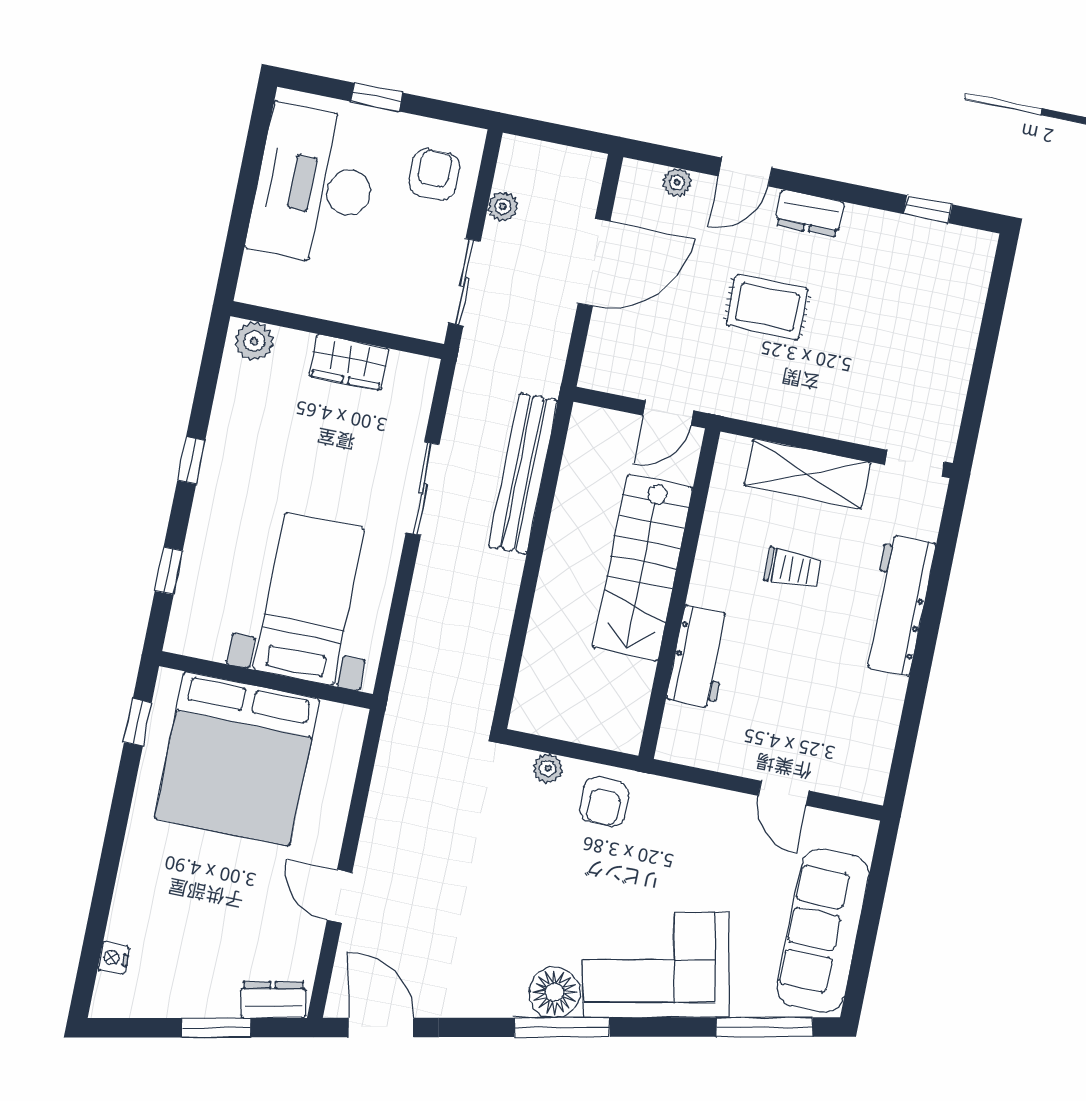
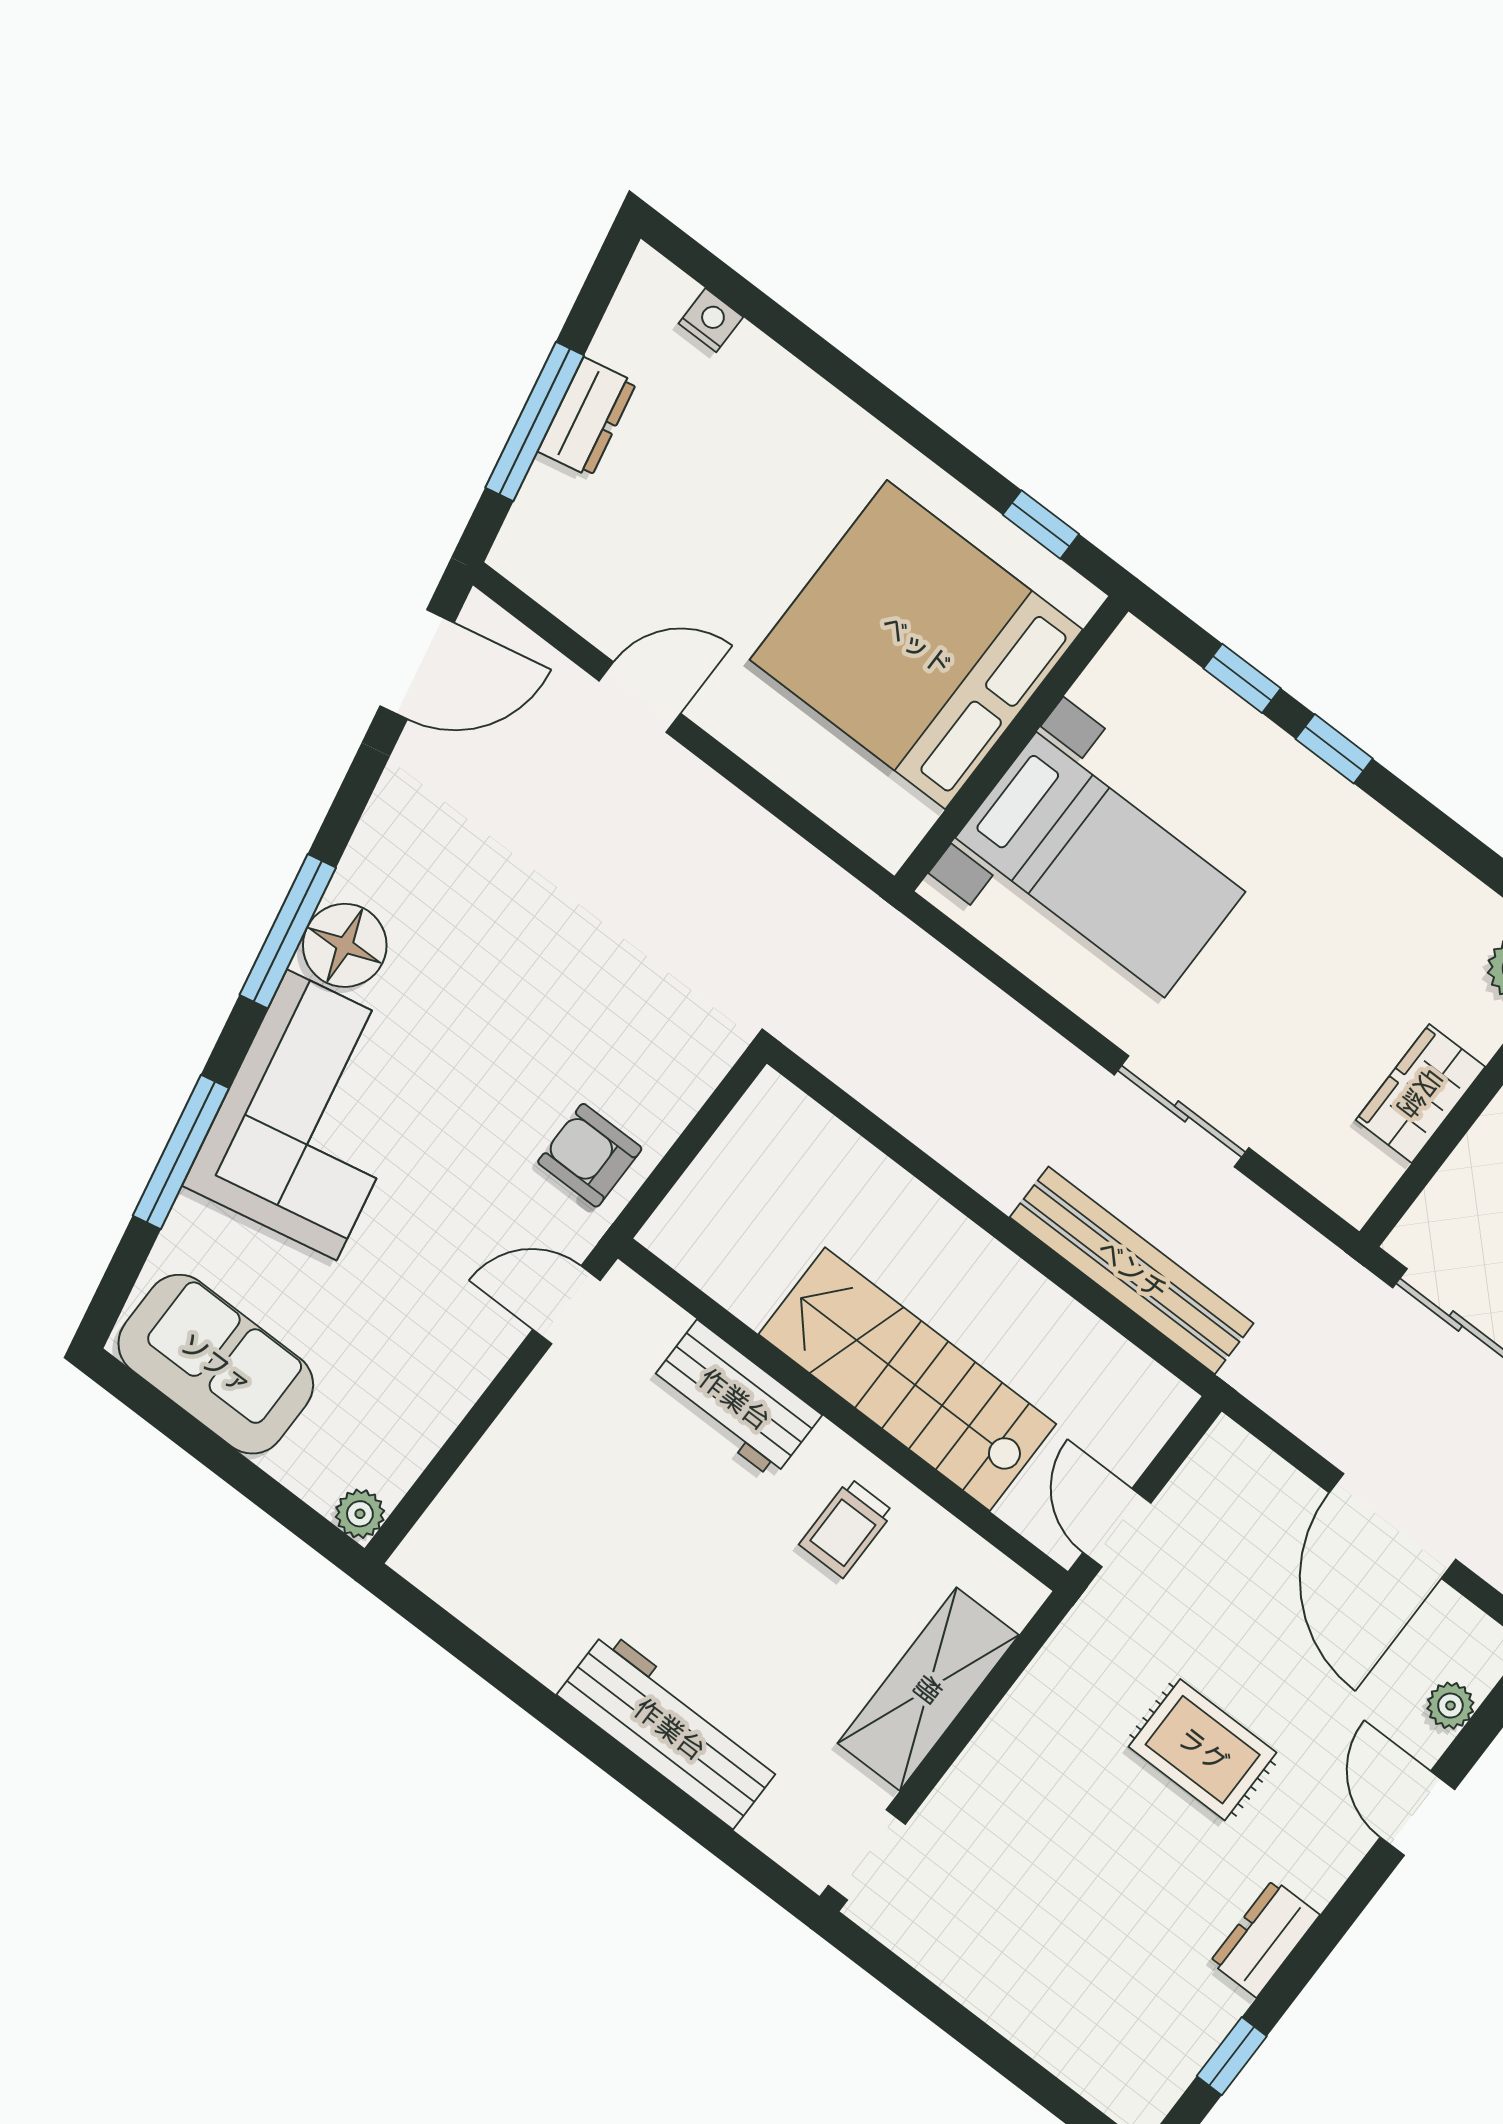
dresser: (810, 213) -> (1265, 1938), moved
rug: (767, 307) -> (1203, 1750), turned 90
window: (191, 460) -> (1334, 749), moved
trolley: (792, 568) -> (846, 1528), moved
plant: (548, 768) -> (360, 1514), moved
door: (784, 793) -> (566, 1305), moved
sofa: (823, 931) -> (216, 1364), width x0.73
dresser: (273, 1000) -> (587, 417), moved
window: (765, 1027) -> (181, 1152), moved
window: (216, 1028) -> (535, 421), width x1.44

